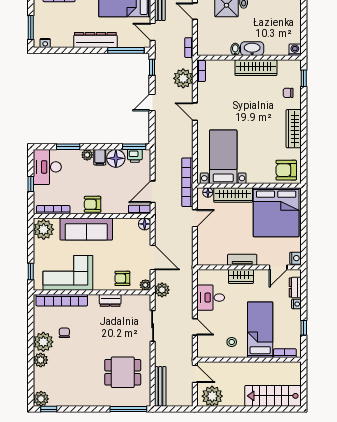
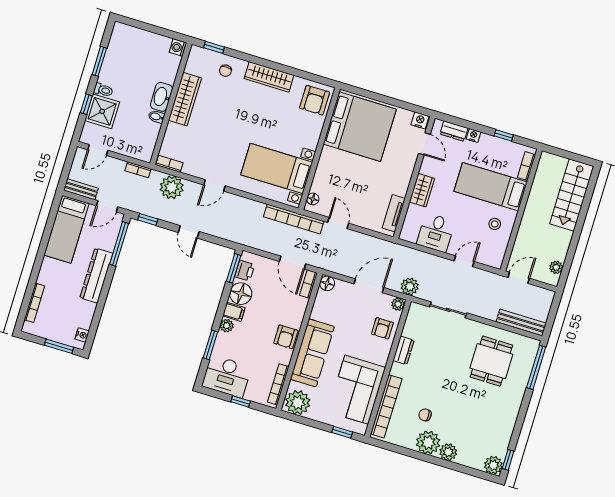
wardrobe: (233, 195) -> (325, 170), removed
tv unit: (242, 260) -> (394, 213), moved
plant: (212, 396) -> (556, 267), width x0.53, depth x0.53

